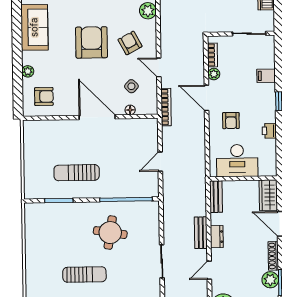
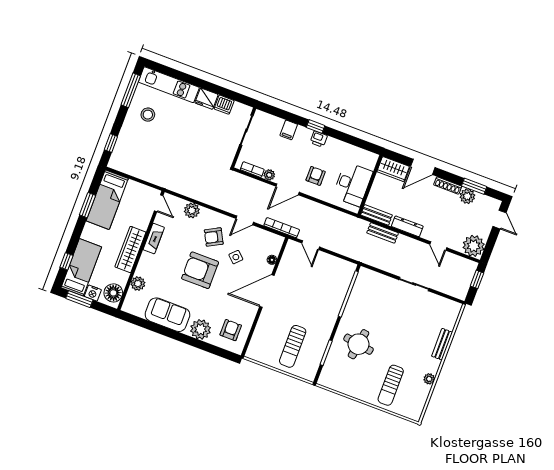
plant: (28, 71) -> (201, 329), width x1.87, depth x1.87
side table: (131, 86) -> (236, 257), moved
armchair: (231, 121) -> (316, 176), turned -90
printer: (269, 131) -> (319, 139), moved
door: (160, 162) -> (311, 245), moved
sun lounger: (77, 173) -> (293, 346), moved
round table: (110, 233) -> (358, 344), moved
bench: (201, 233) -> (383, 233), moved
dresser: (217, 237) -> (407, 226), width x1.44
sun lounger: (84, 275) -> (391, 385), moved, turned 180

